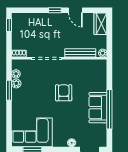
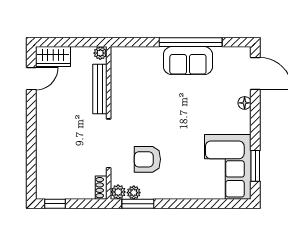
window: (55, 10) -> (31, 130), removed
door: (75, 10) -> (31, 79), moved
plant: (16, 83) -> (118, 192), moved
window: (9, 90) -> (138, 204), moved
armchair: (64, 93) -> (147, 159), moved

